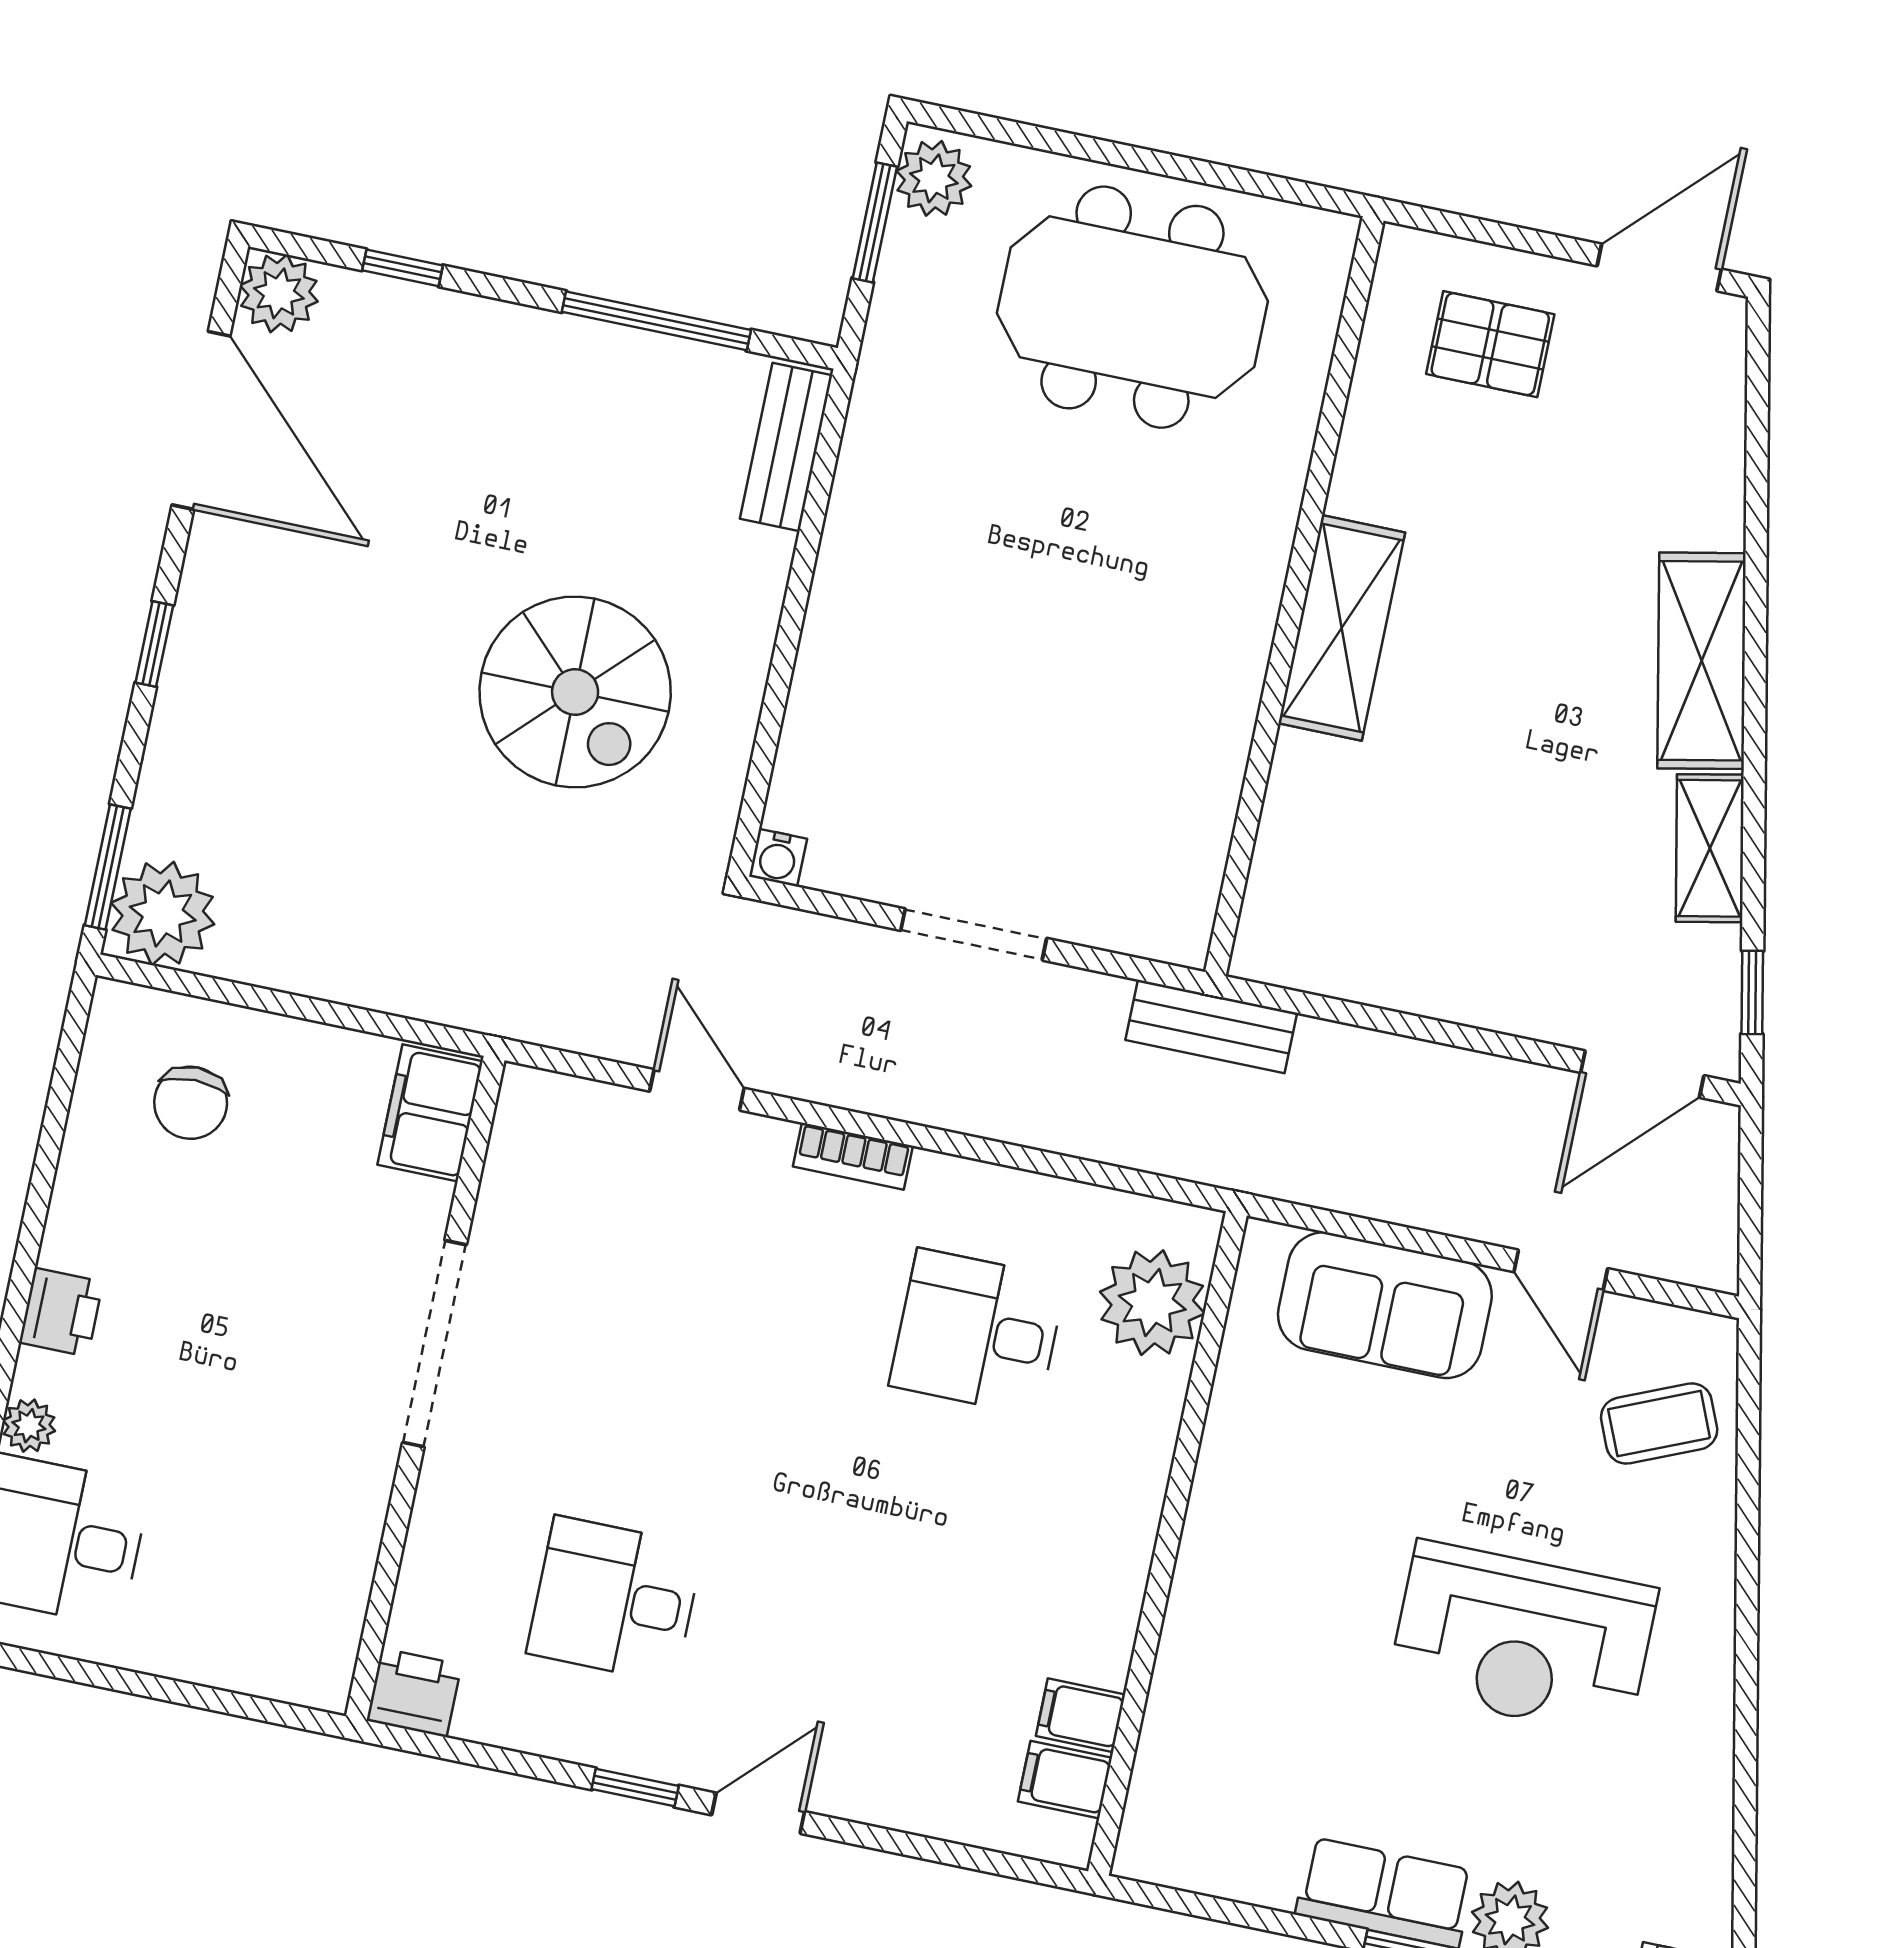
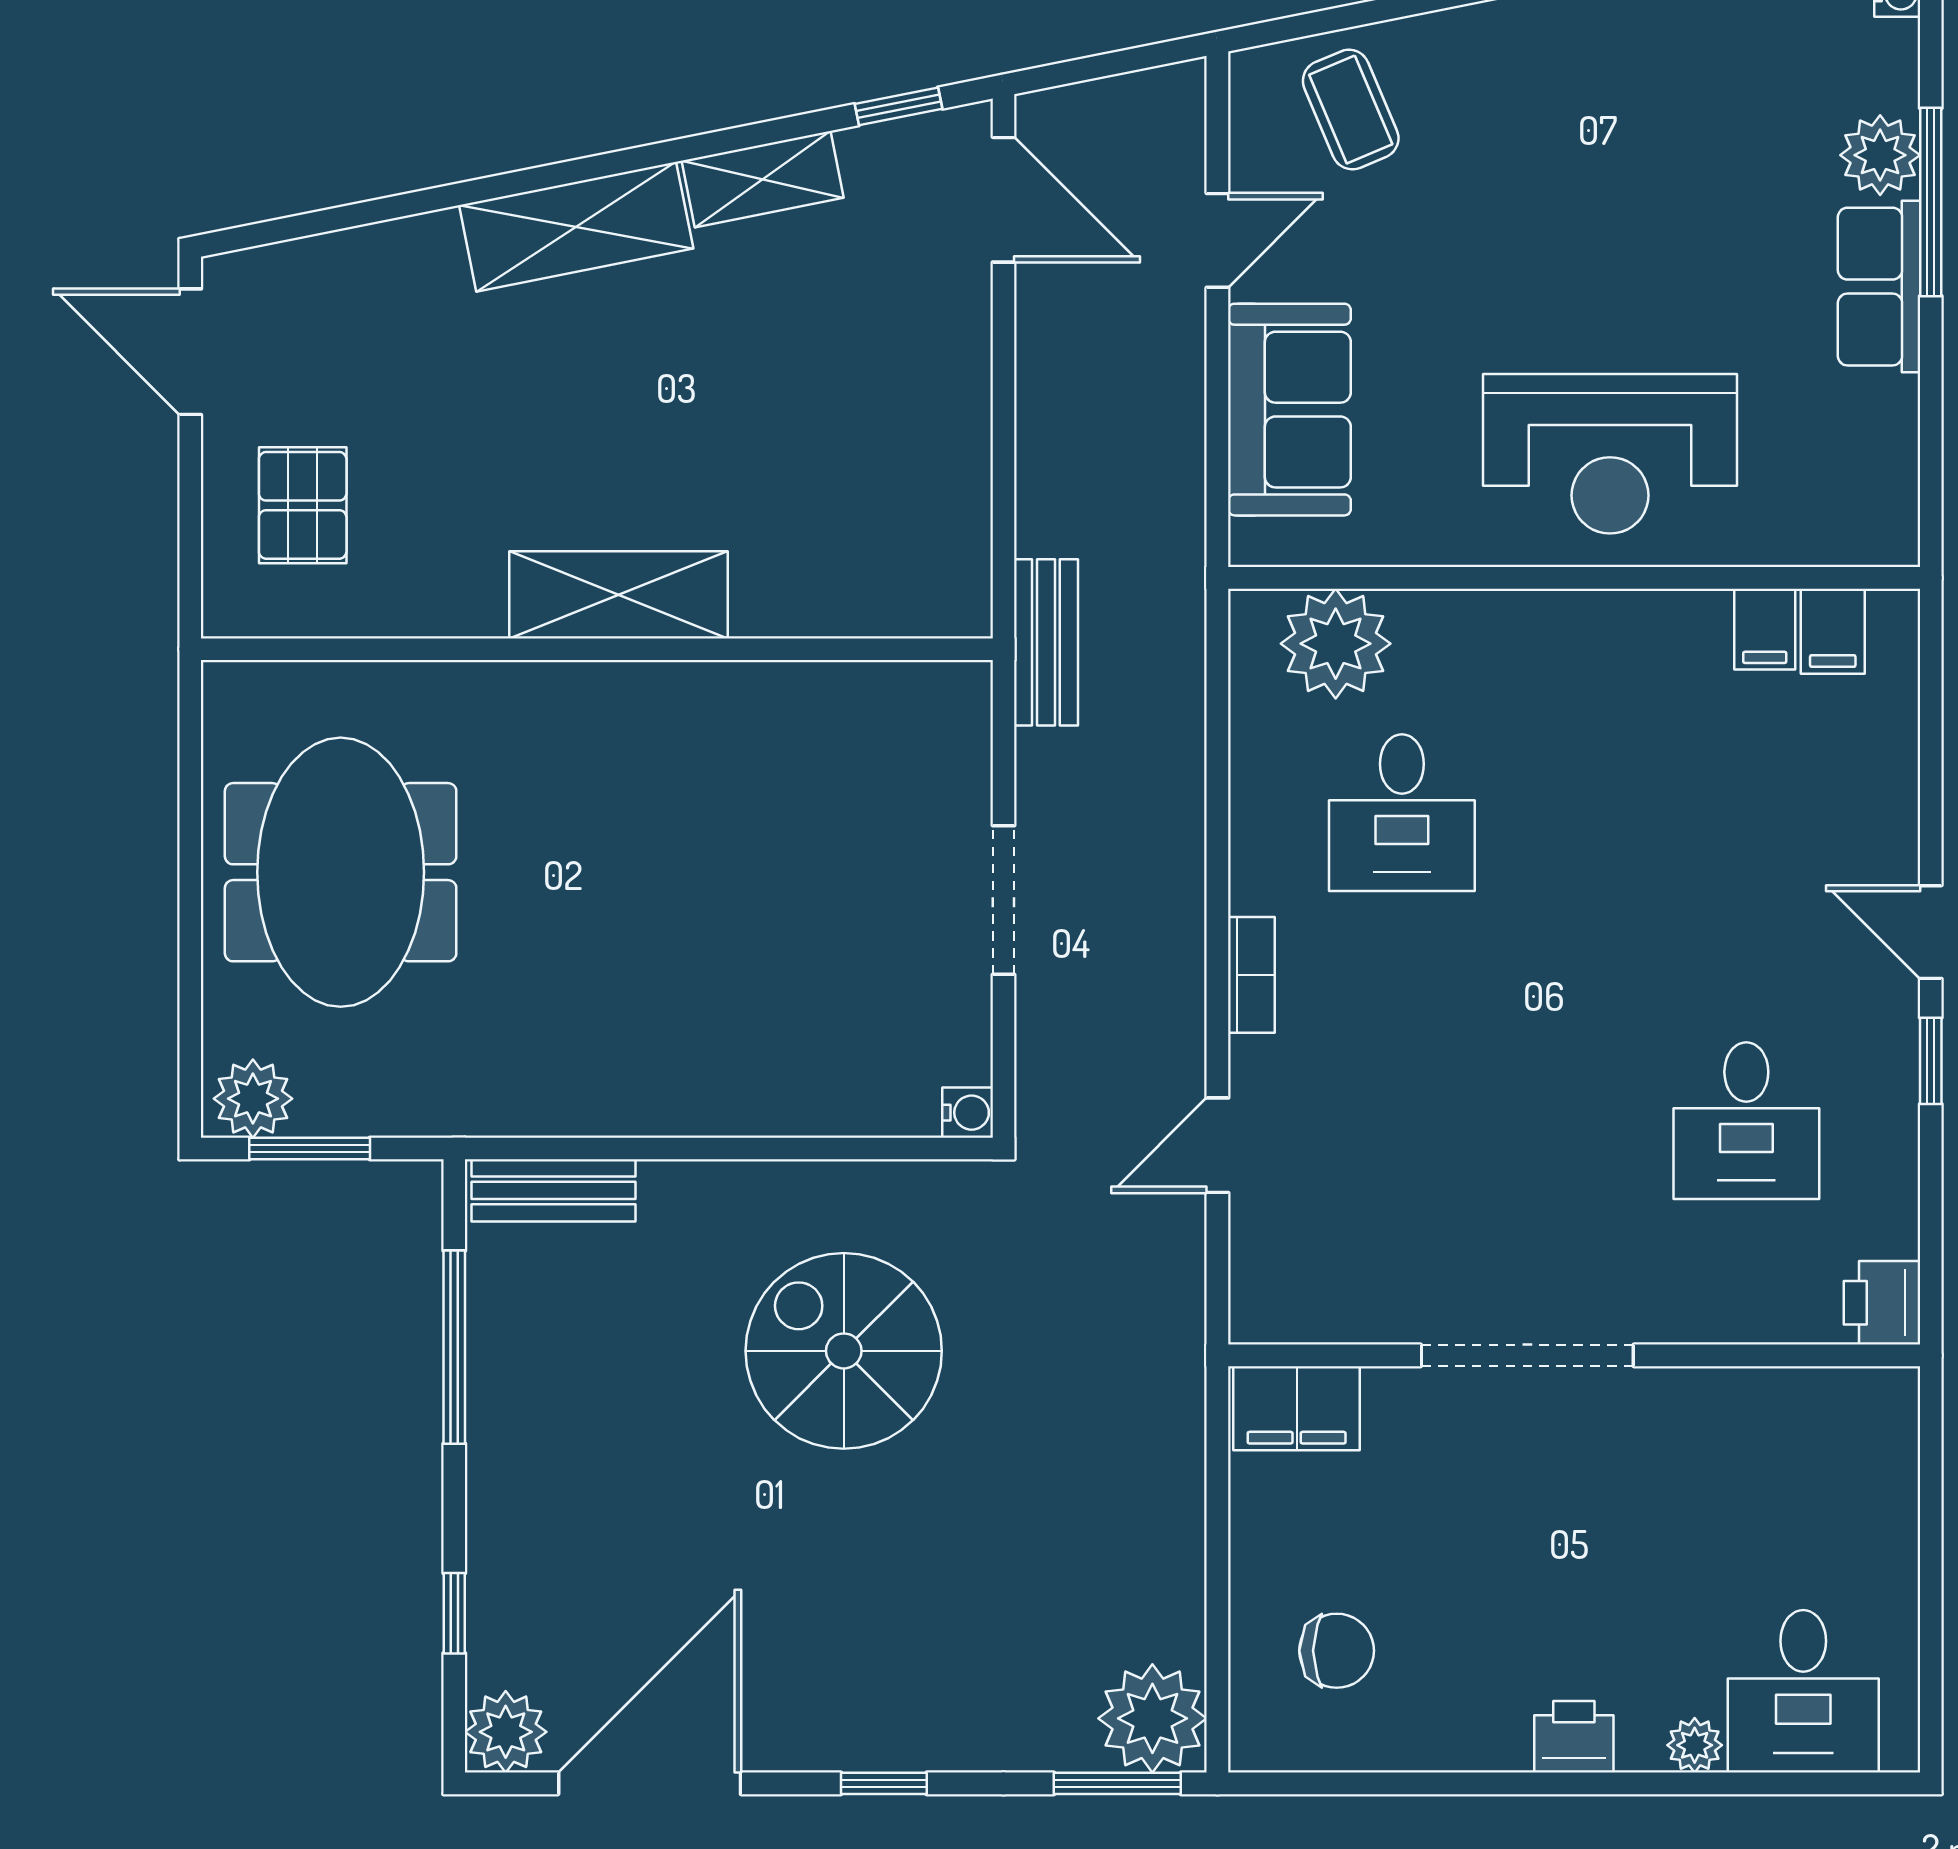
spiral stairs: (575, 692) -> (844, 1351), turned -90
reception desk: (1523, 1639) -> (1610, 454), moved, turned 90

